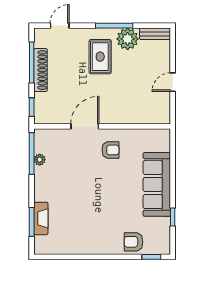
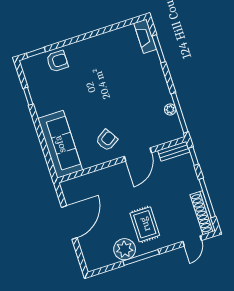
bench: (155, 34) -> (174, 151), moved
shoe rack: (40, 70) -> (203, 213), moved
door: (173, 82) -> (69, 223), width x1.87
armchair: (110, 150) -> (107, 140), turned 148
sofa: (157, 184) -> (60, 144), moved
fireplace: (41, 218) -> (145, 36), moved

